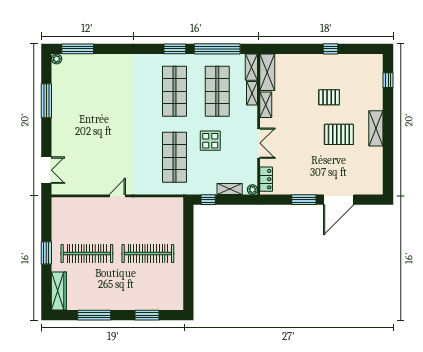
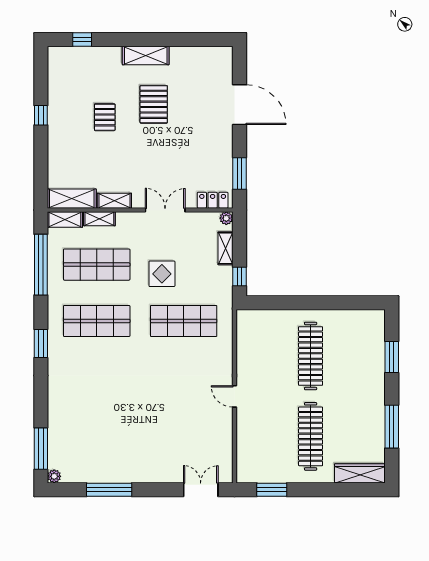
window: (175, 49) -> (41, 344), moved
window: (304, 200) -> (239, 173), moved
window: (46, 253) -> (272, 490), moved

